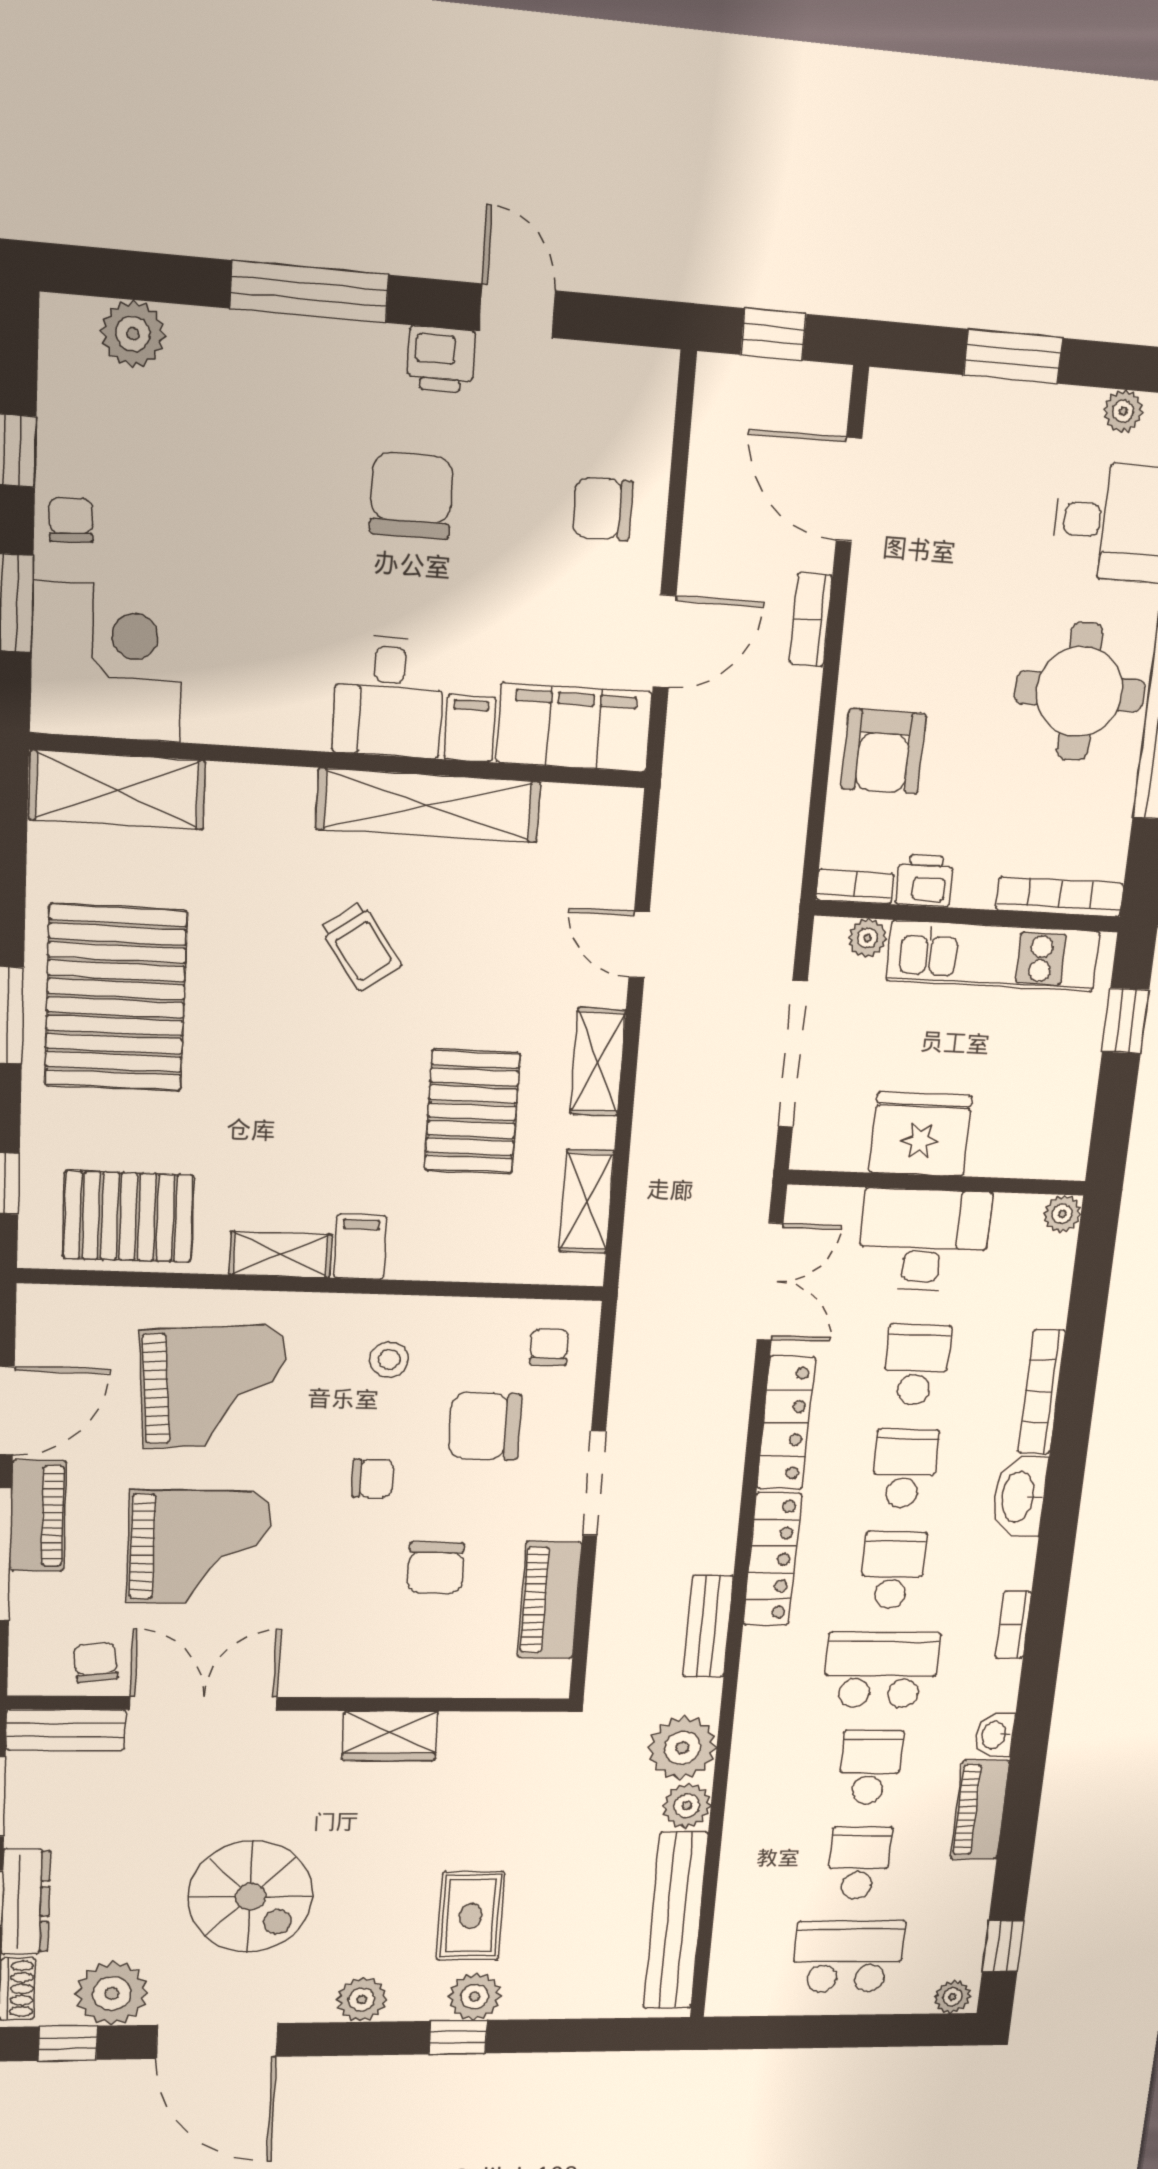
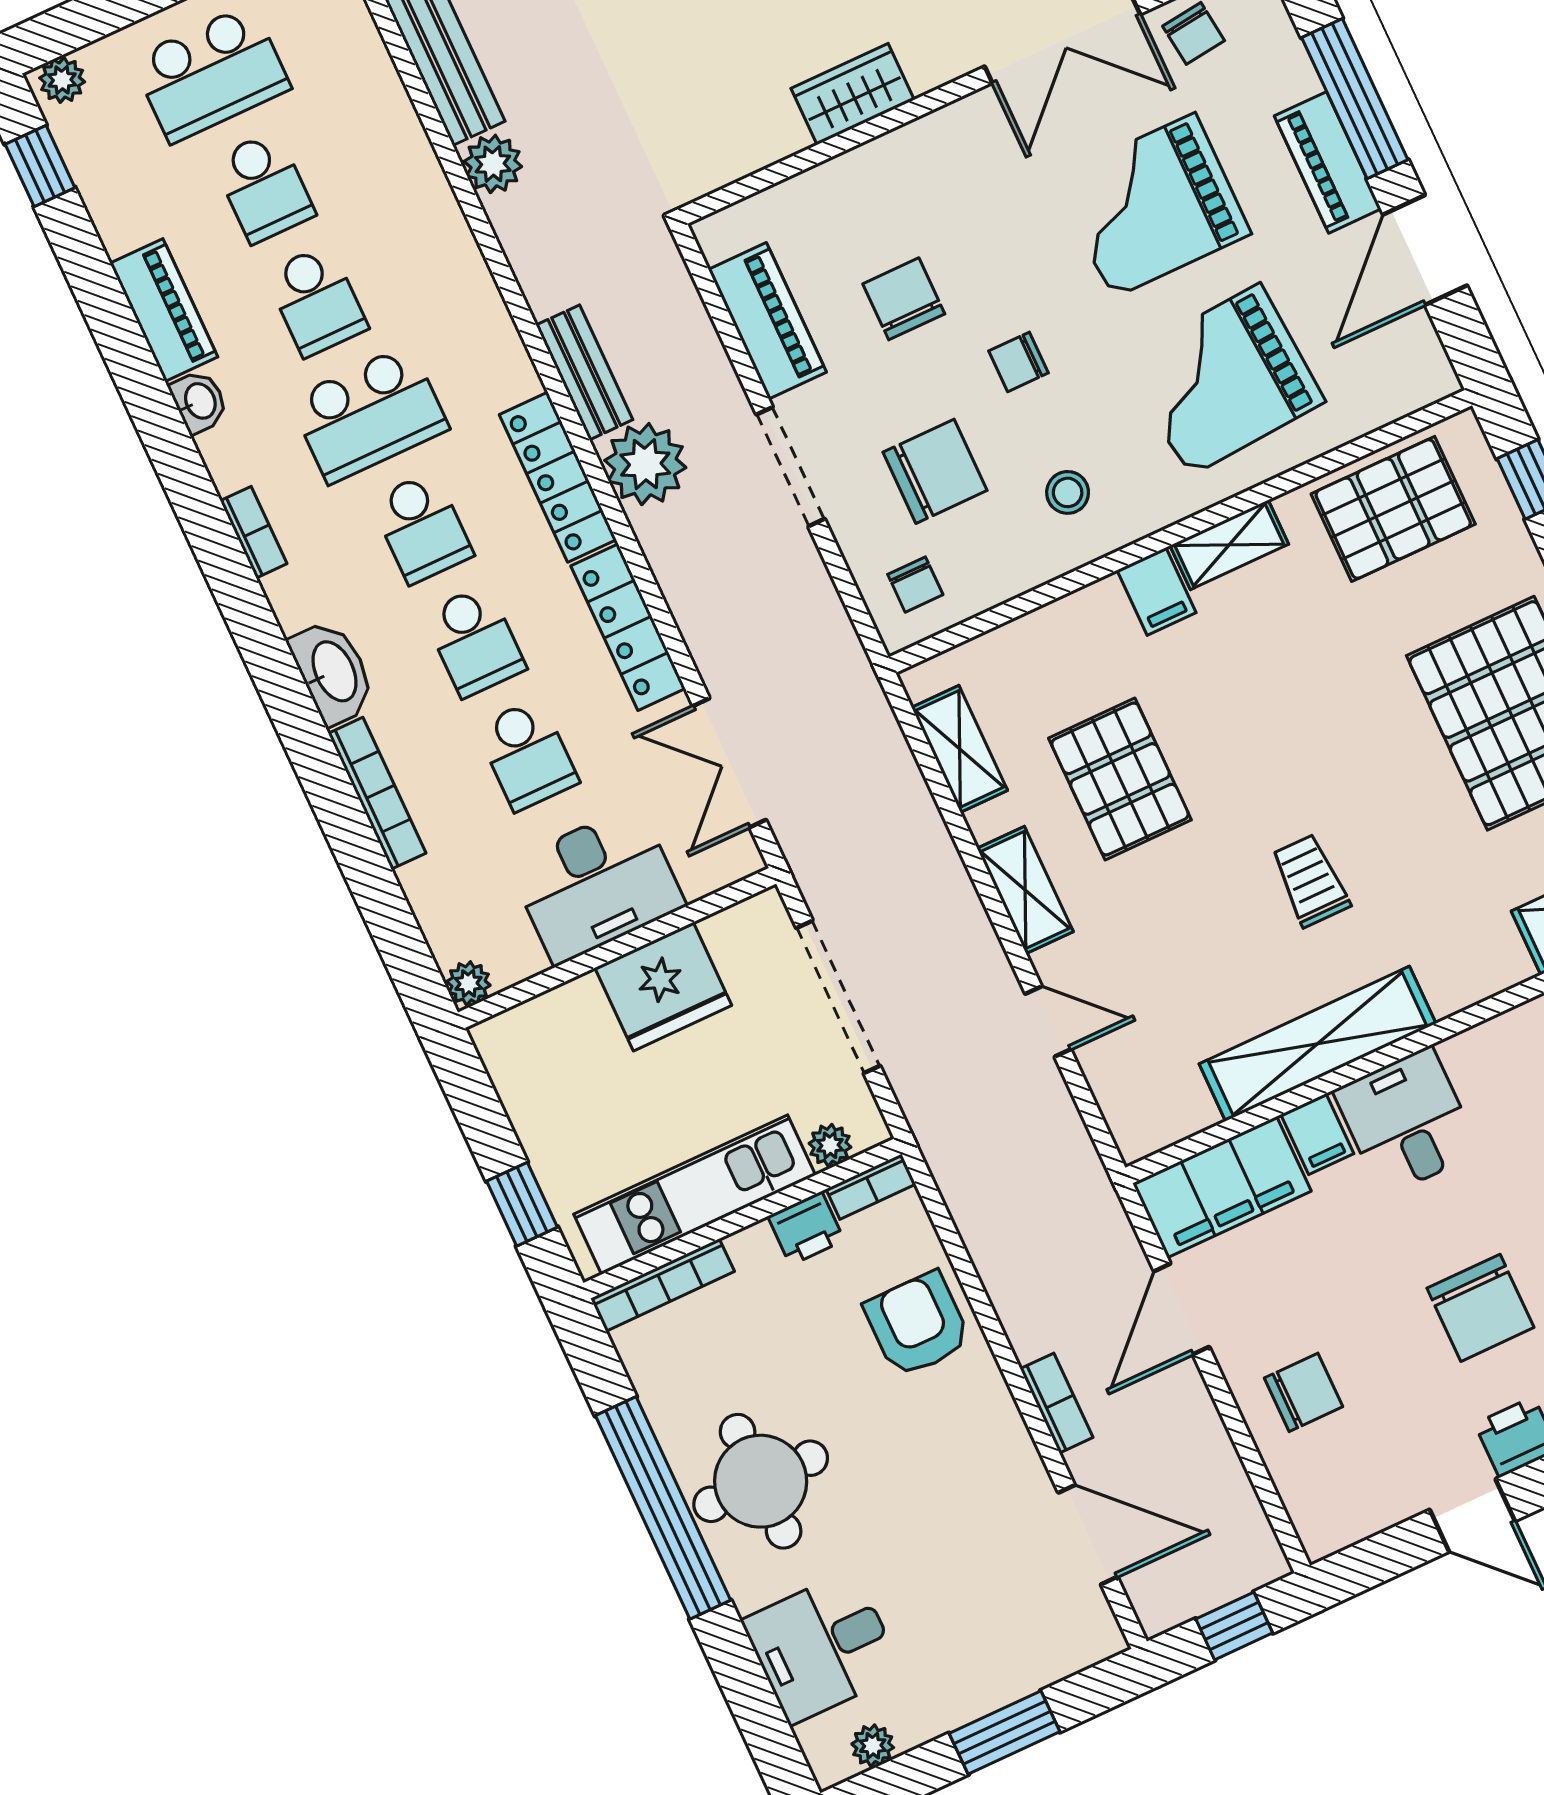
trolley: (361, 947) -> (1310, 881), turned 35
plant: (682, 1748) -> (645, 464), moved

